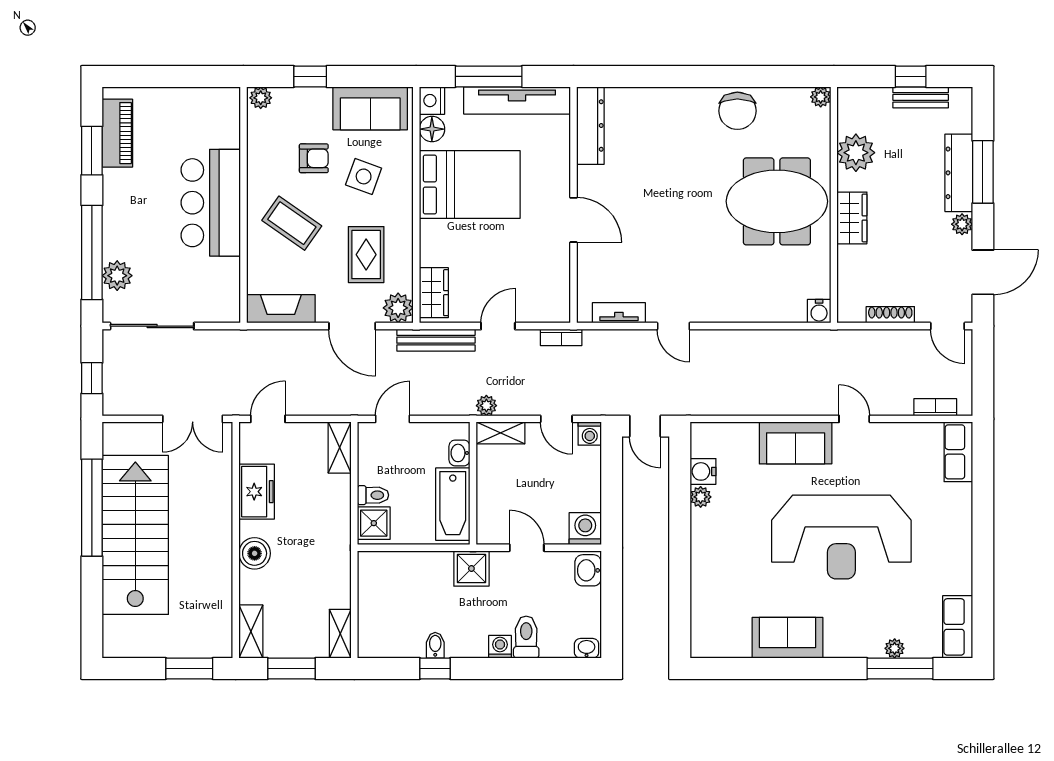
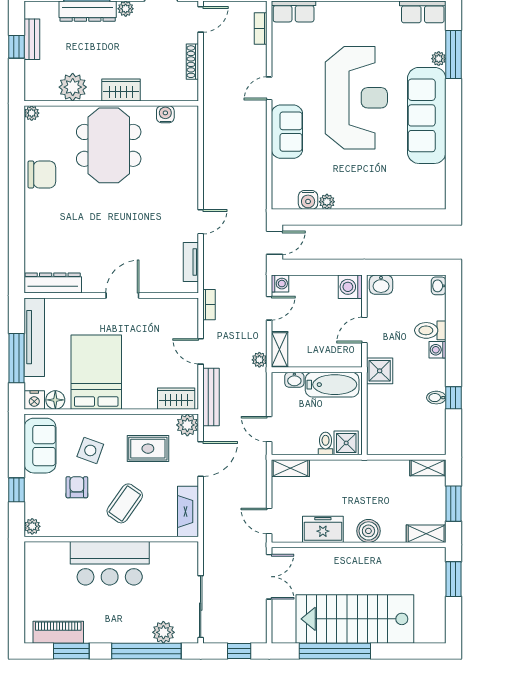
water cooler: (819, 311) -> (165, 114), moved, turned -90
sofa: (788, 638) -> (427, 115), width x1.85, depth x1.27

